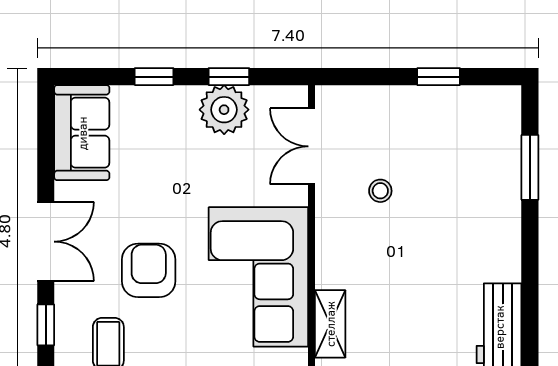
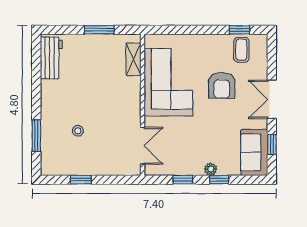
plant: (224, 110) -> (211, 169), moved, width x0.53, depth x0.53
stool: (380, 191) -> (78, 131), moved
window: (46, 325) -> (272, 144), moved

